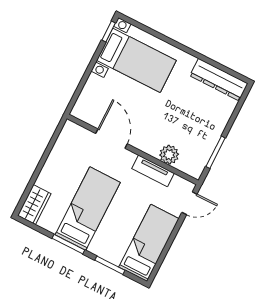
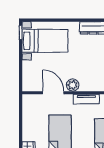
plant: (169, 155) -> (73, 85), moved

